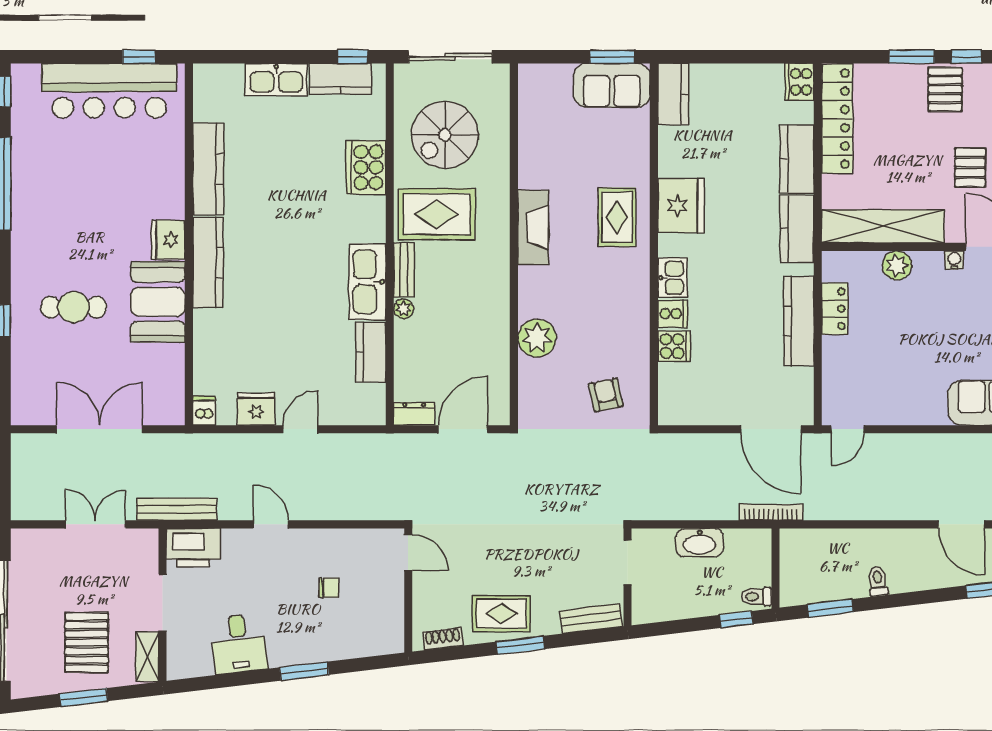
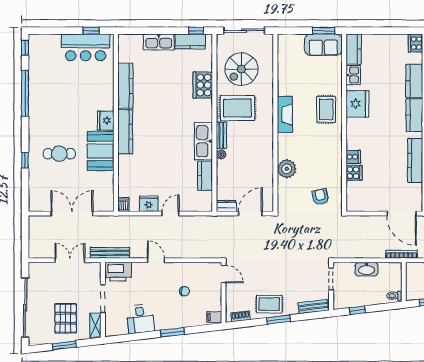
bar counter: (109, 91) -> (86, 47), width x0.73
kitchen sink: (672, 278) -> (353, 75), moved
window: (736, 620) -> (358, 310), moved
filing cabinet: (389, 640) -> (214, 317), added

